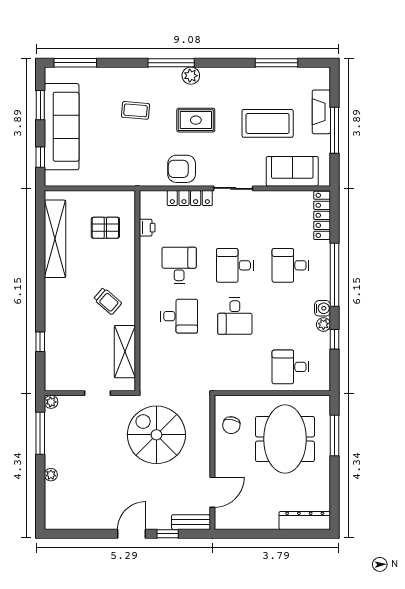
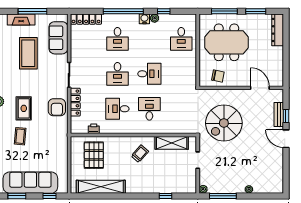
rug: (196, 120) -> (24, 108), moved
pallet: (105, 228) -> (94, 155), width x1.50, depth x1.42
window: (335, 486) -> (256, 11), added
bench: (191, 522) -> (279, 115), moved

